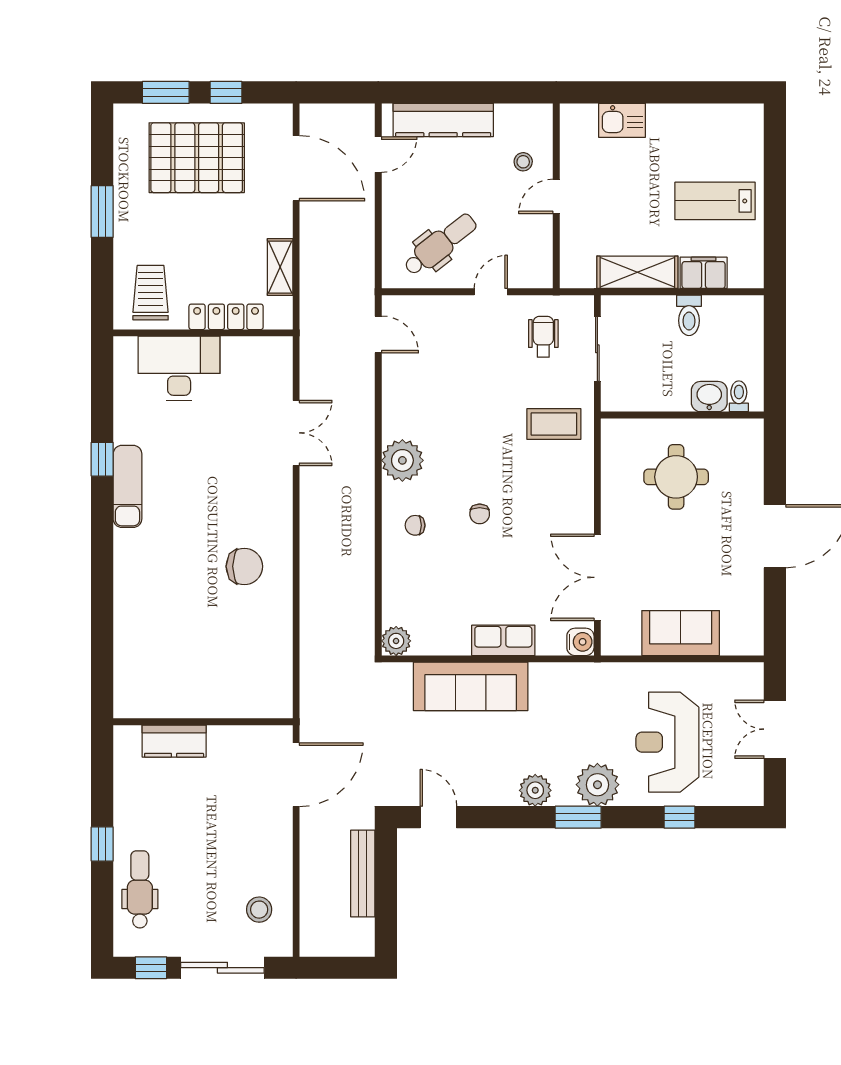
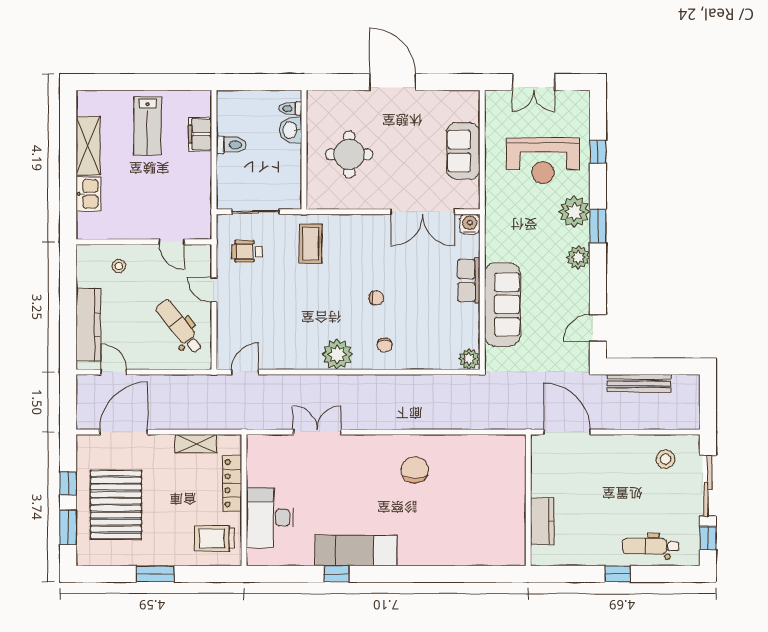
door: (556, 196) -> (172, 242), moved
shelving: (637, 272) -> (88, 145), moved
exam couch: (127, 486) -> (356, 550), width x1.36, depth x1.45

